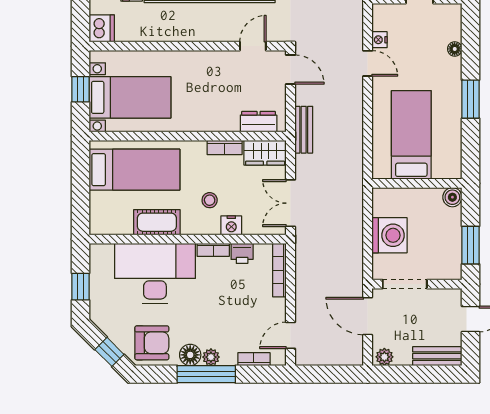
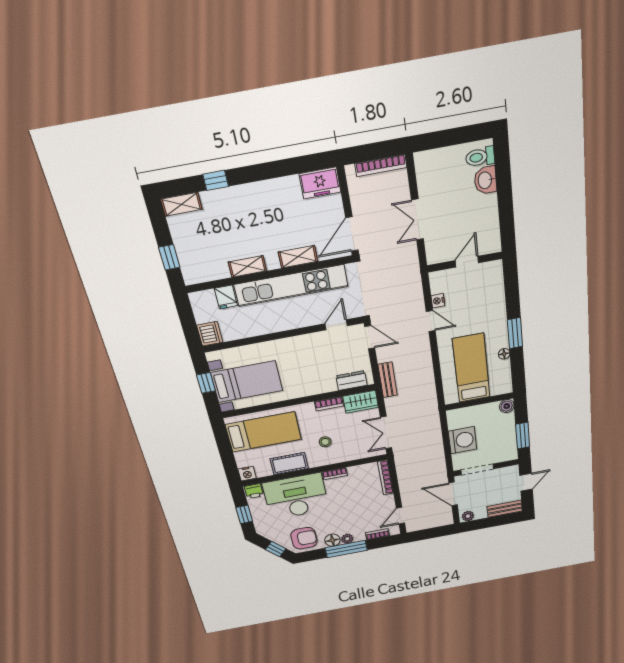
floor lamp: (455, 49) -> (504, 354), moved
nightstand: (231, 225) -> (247, 474), moved
printer: (242, 253) -> (254, 491), moved

